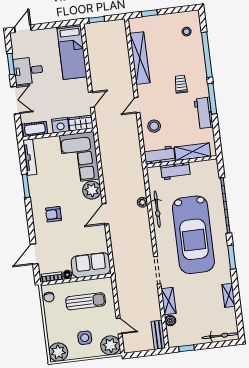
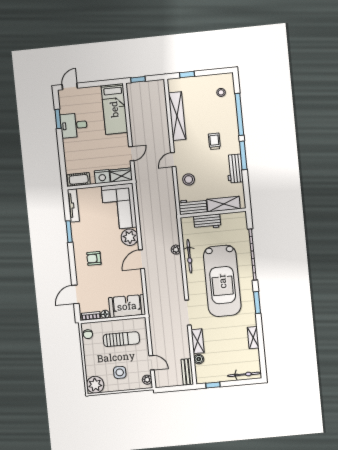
double door: (15, 100) -> (61, 152), removed
plant: (110, 345) -> (147, 380), width x0.53, depth x0.53

